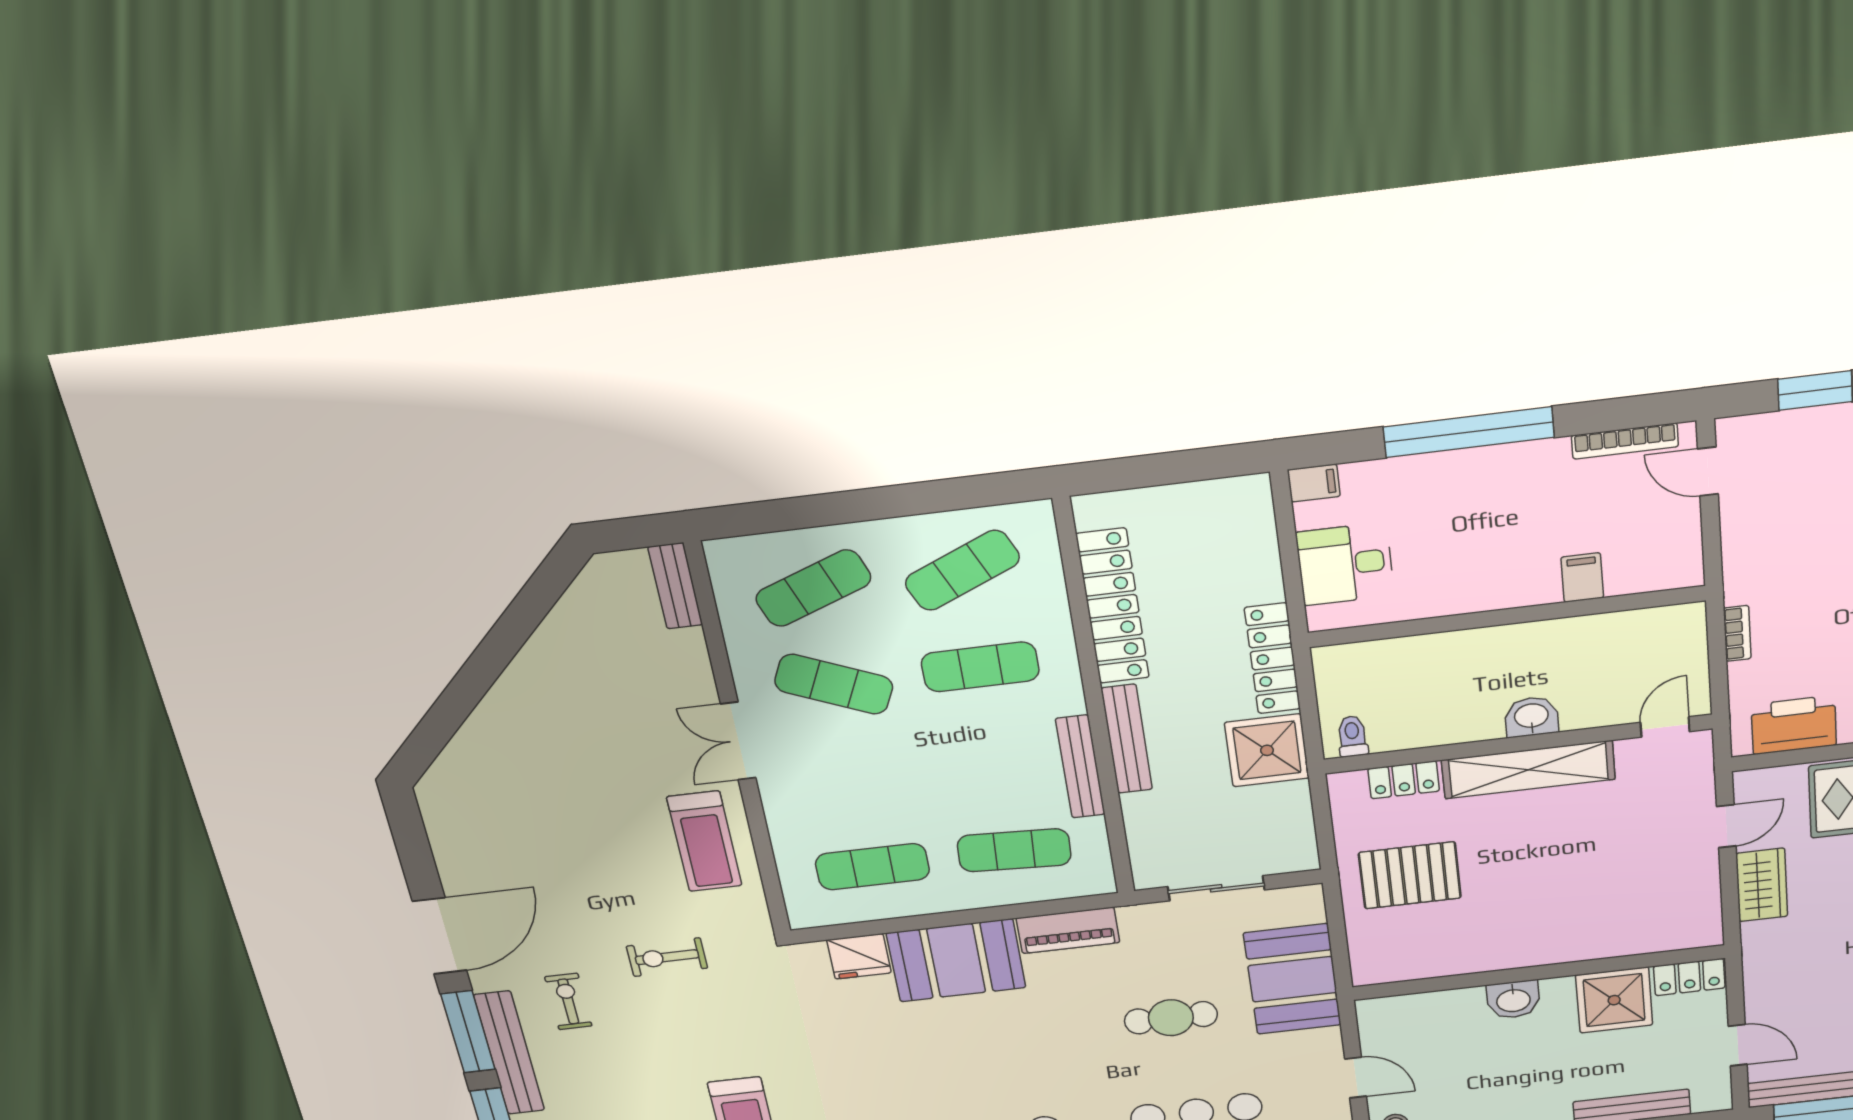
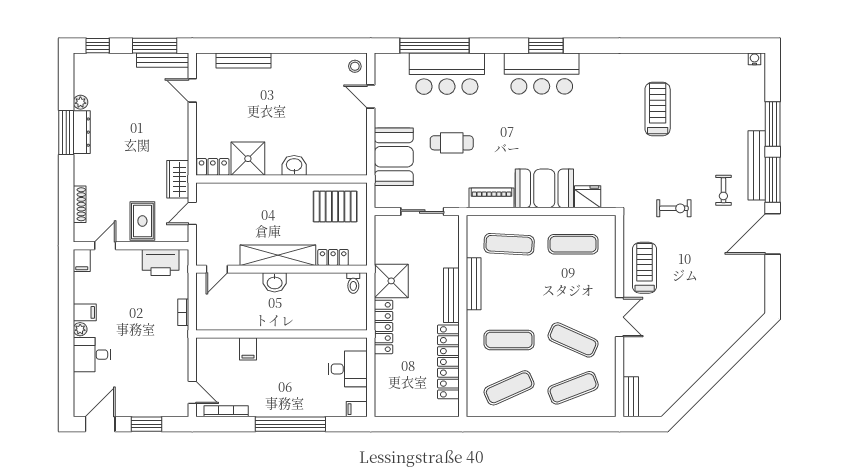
wall: (1538, 973) -> (282, 179), moved
locker: (1689, 977) -> (213, 167), moved
washbasin: (1513, 1000) -> (294, 165), moved
shower: (1614, 1000) -> (248, 159), moved

